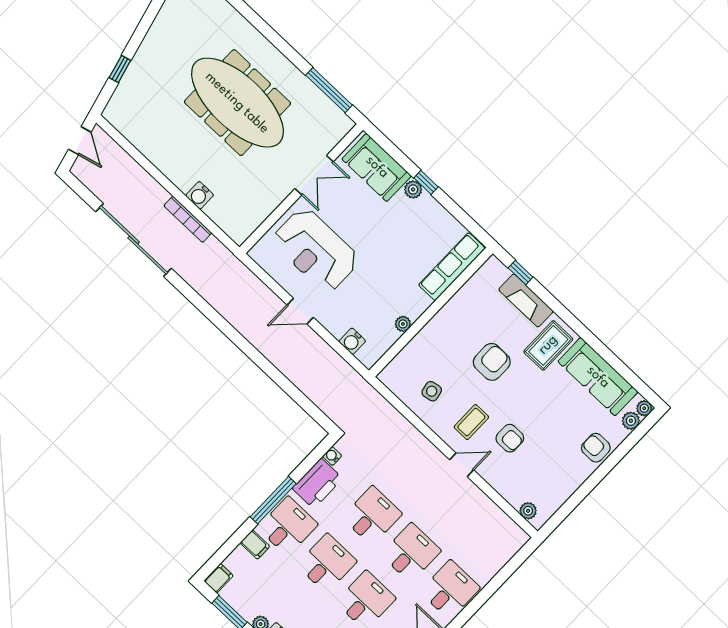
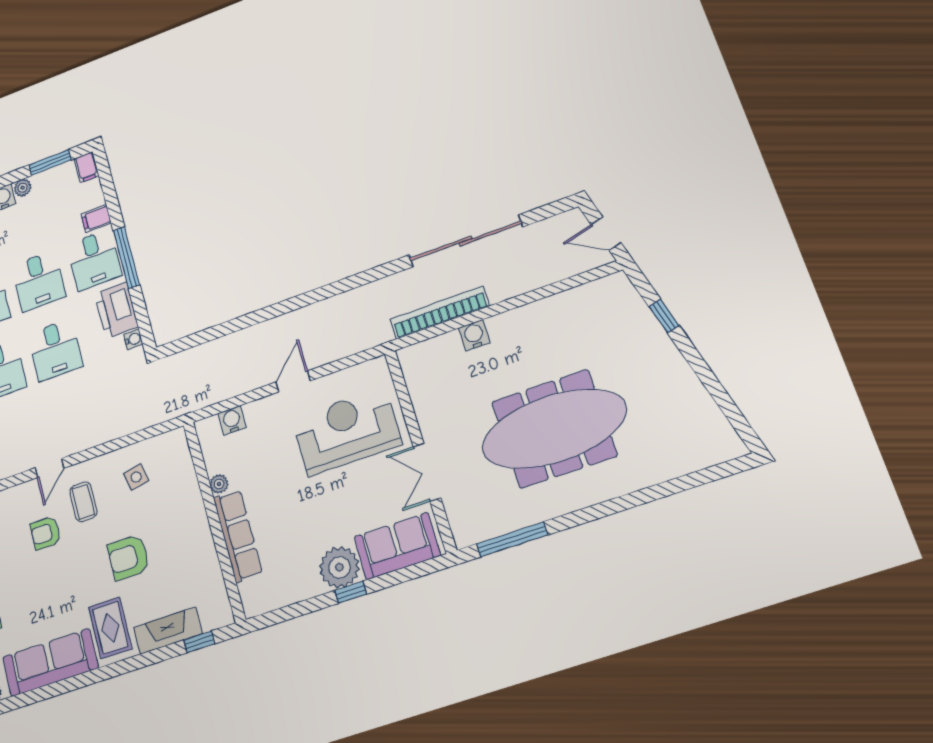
plant: (413, 189) -> (339, 567), width x1.87, depth x1.87
bookcase: (188, 219) -> (440, 313), width x1.48, depth x1.31
row of seats: (452, 267) -> (238, 536), moved
armchair: (492, 362) -> (128, 557), turned 90

